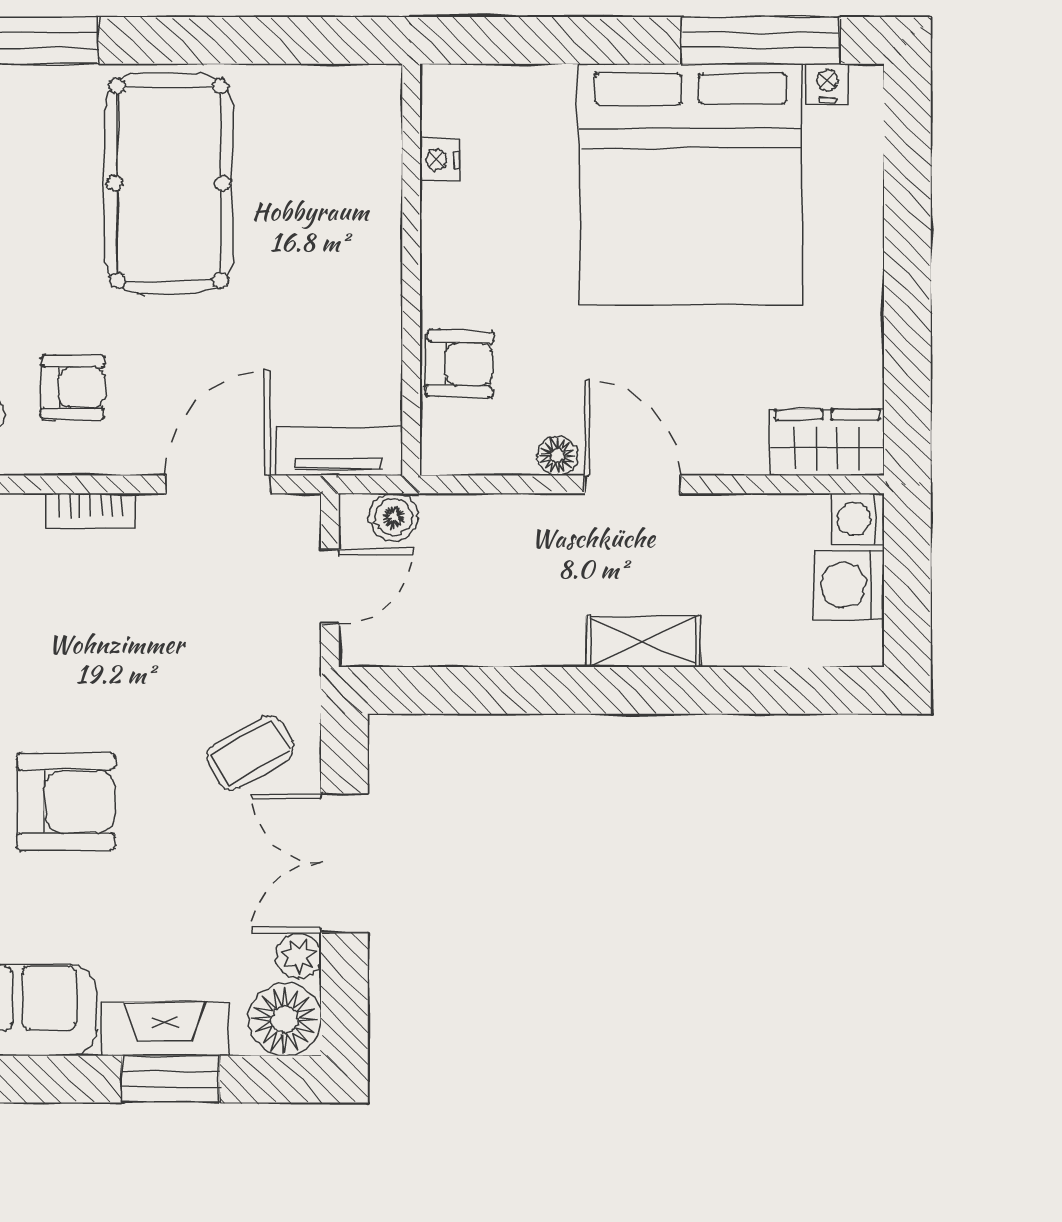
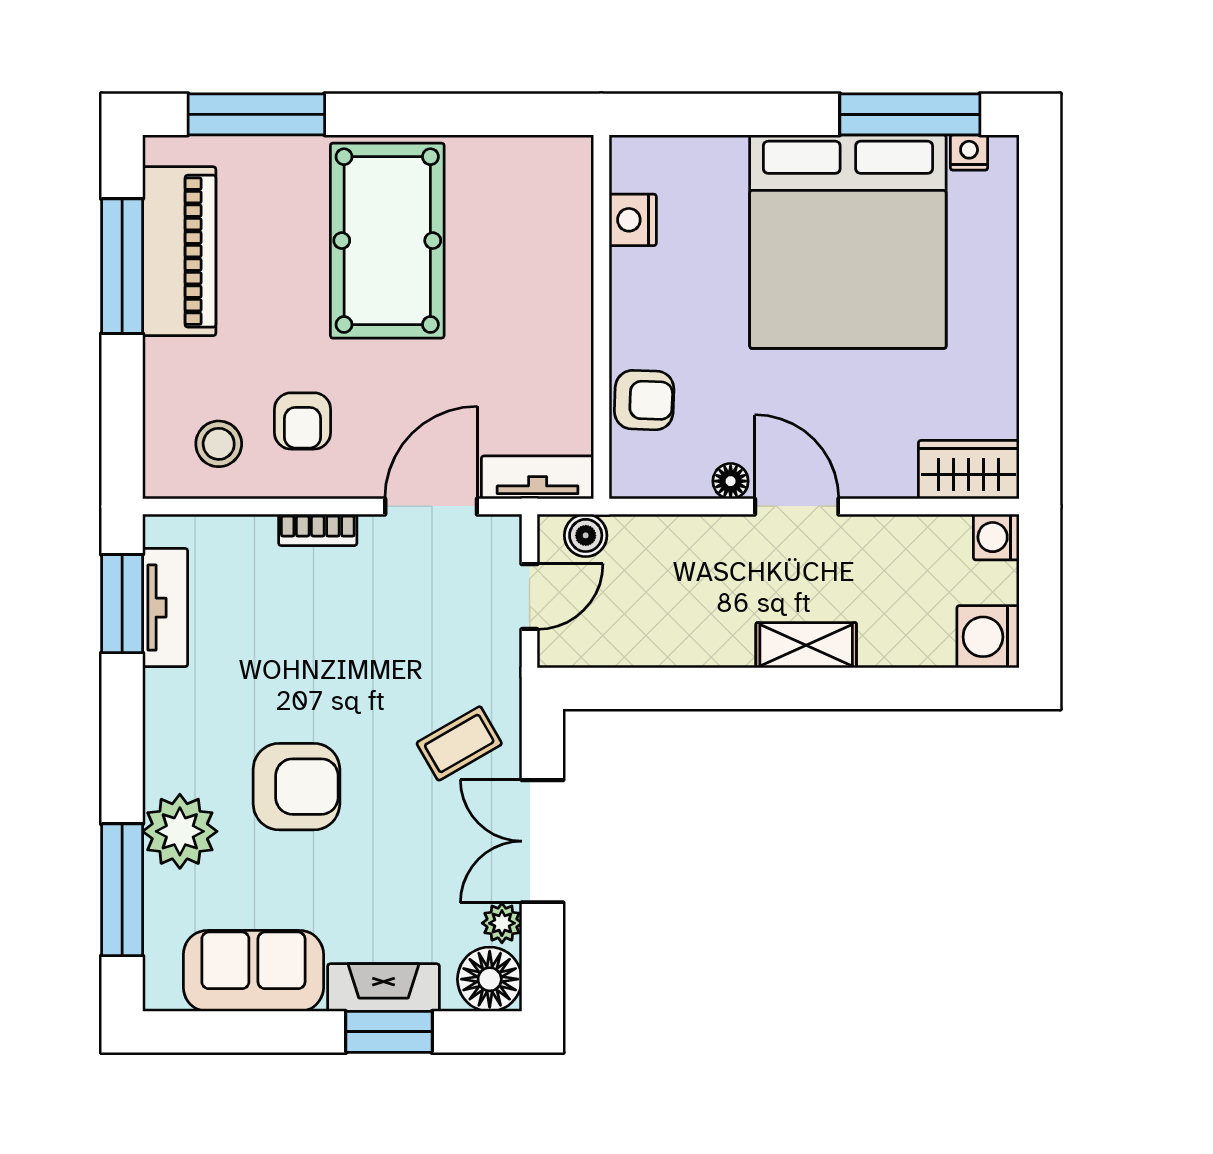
nightstand: (440, 160) -> (633, 220), width x1.39, depth x1.35
armchair: (73, 388) -> (303, 421), turned 90
washing machine: (849, 585) -> (988, 637), moved

